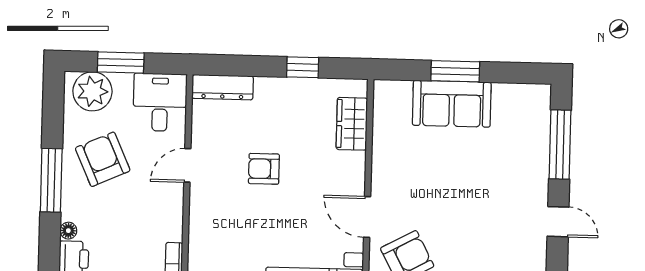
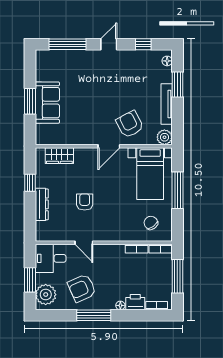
dresser: (223, 87) -> (42, 204), moved
armchair: (264, 169) -> (85, 202), turned 180

